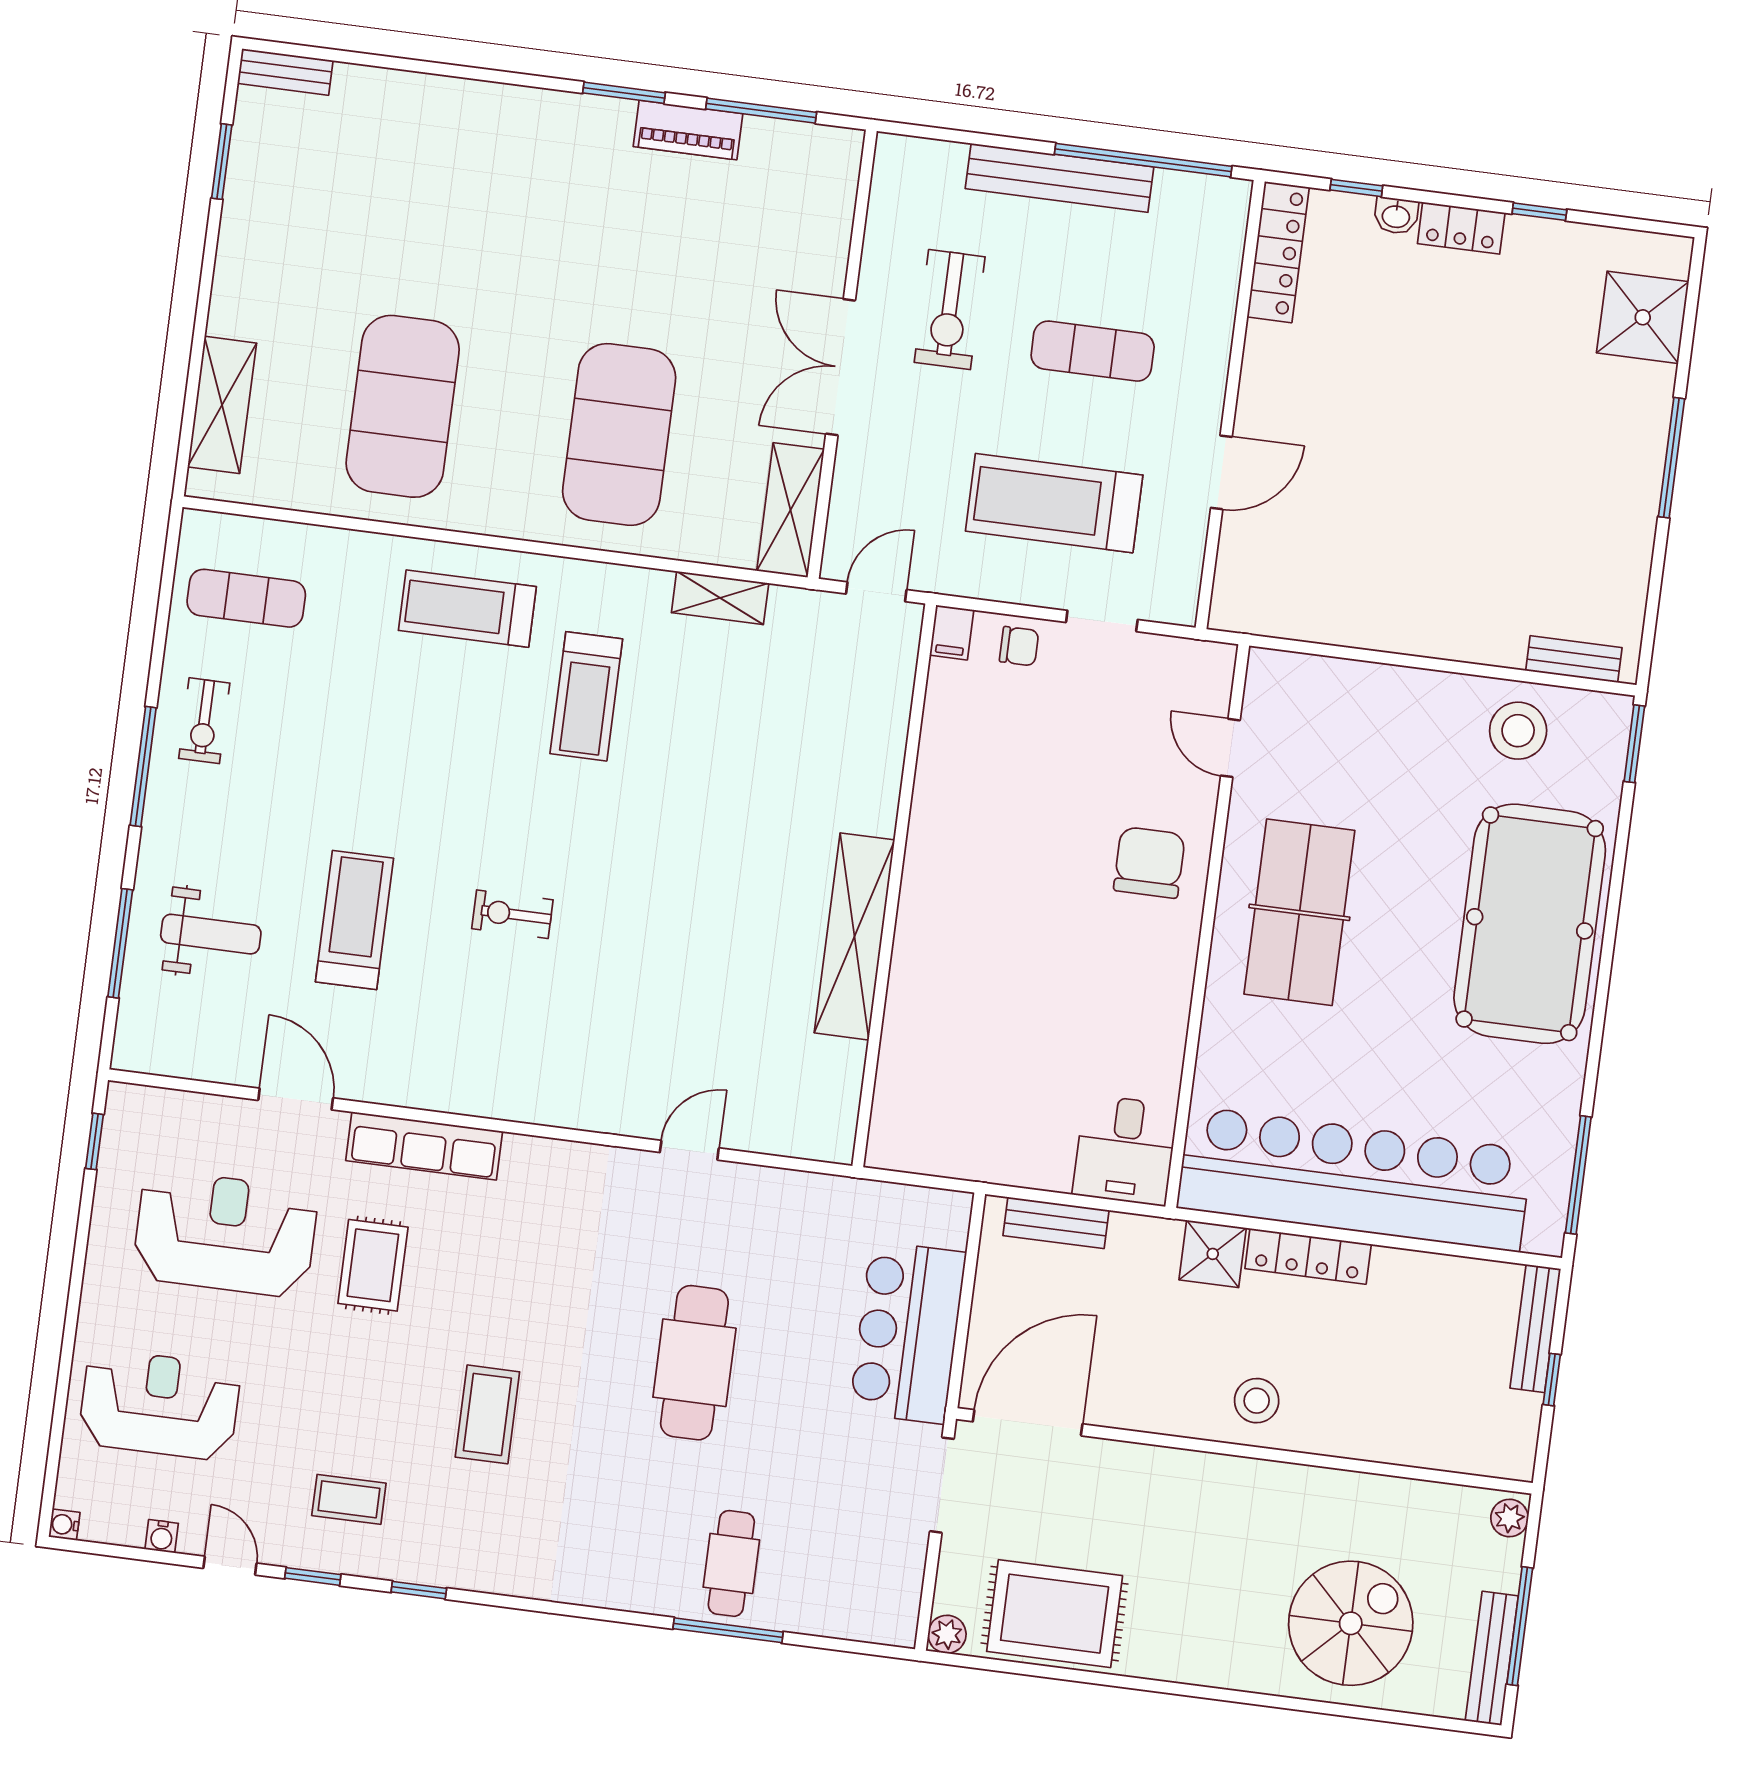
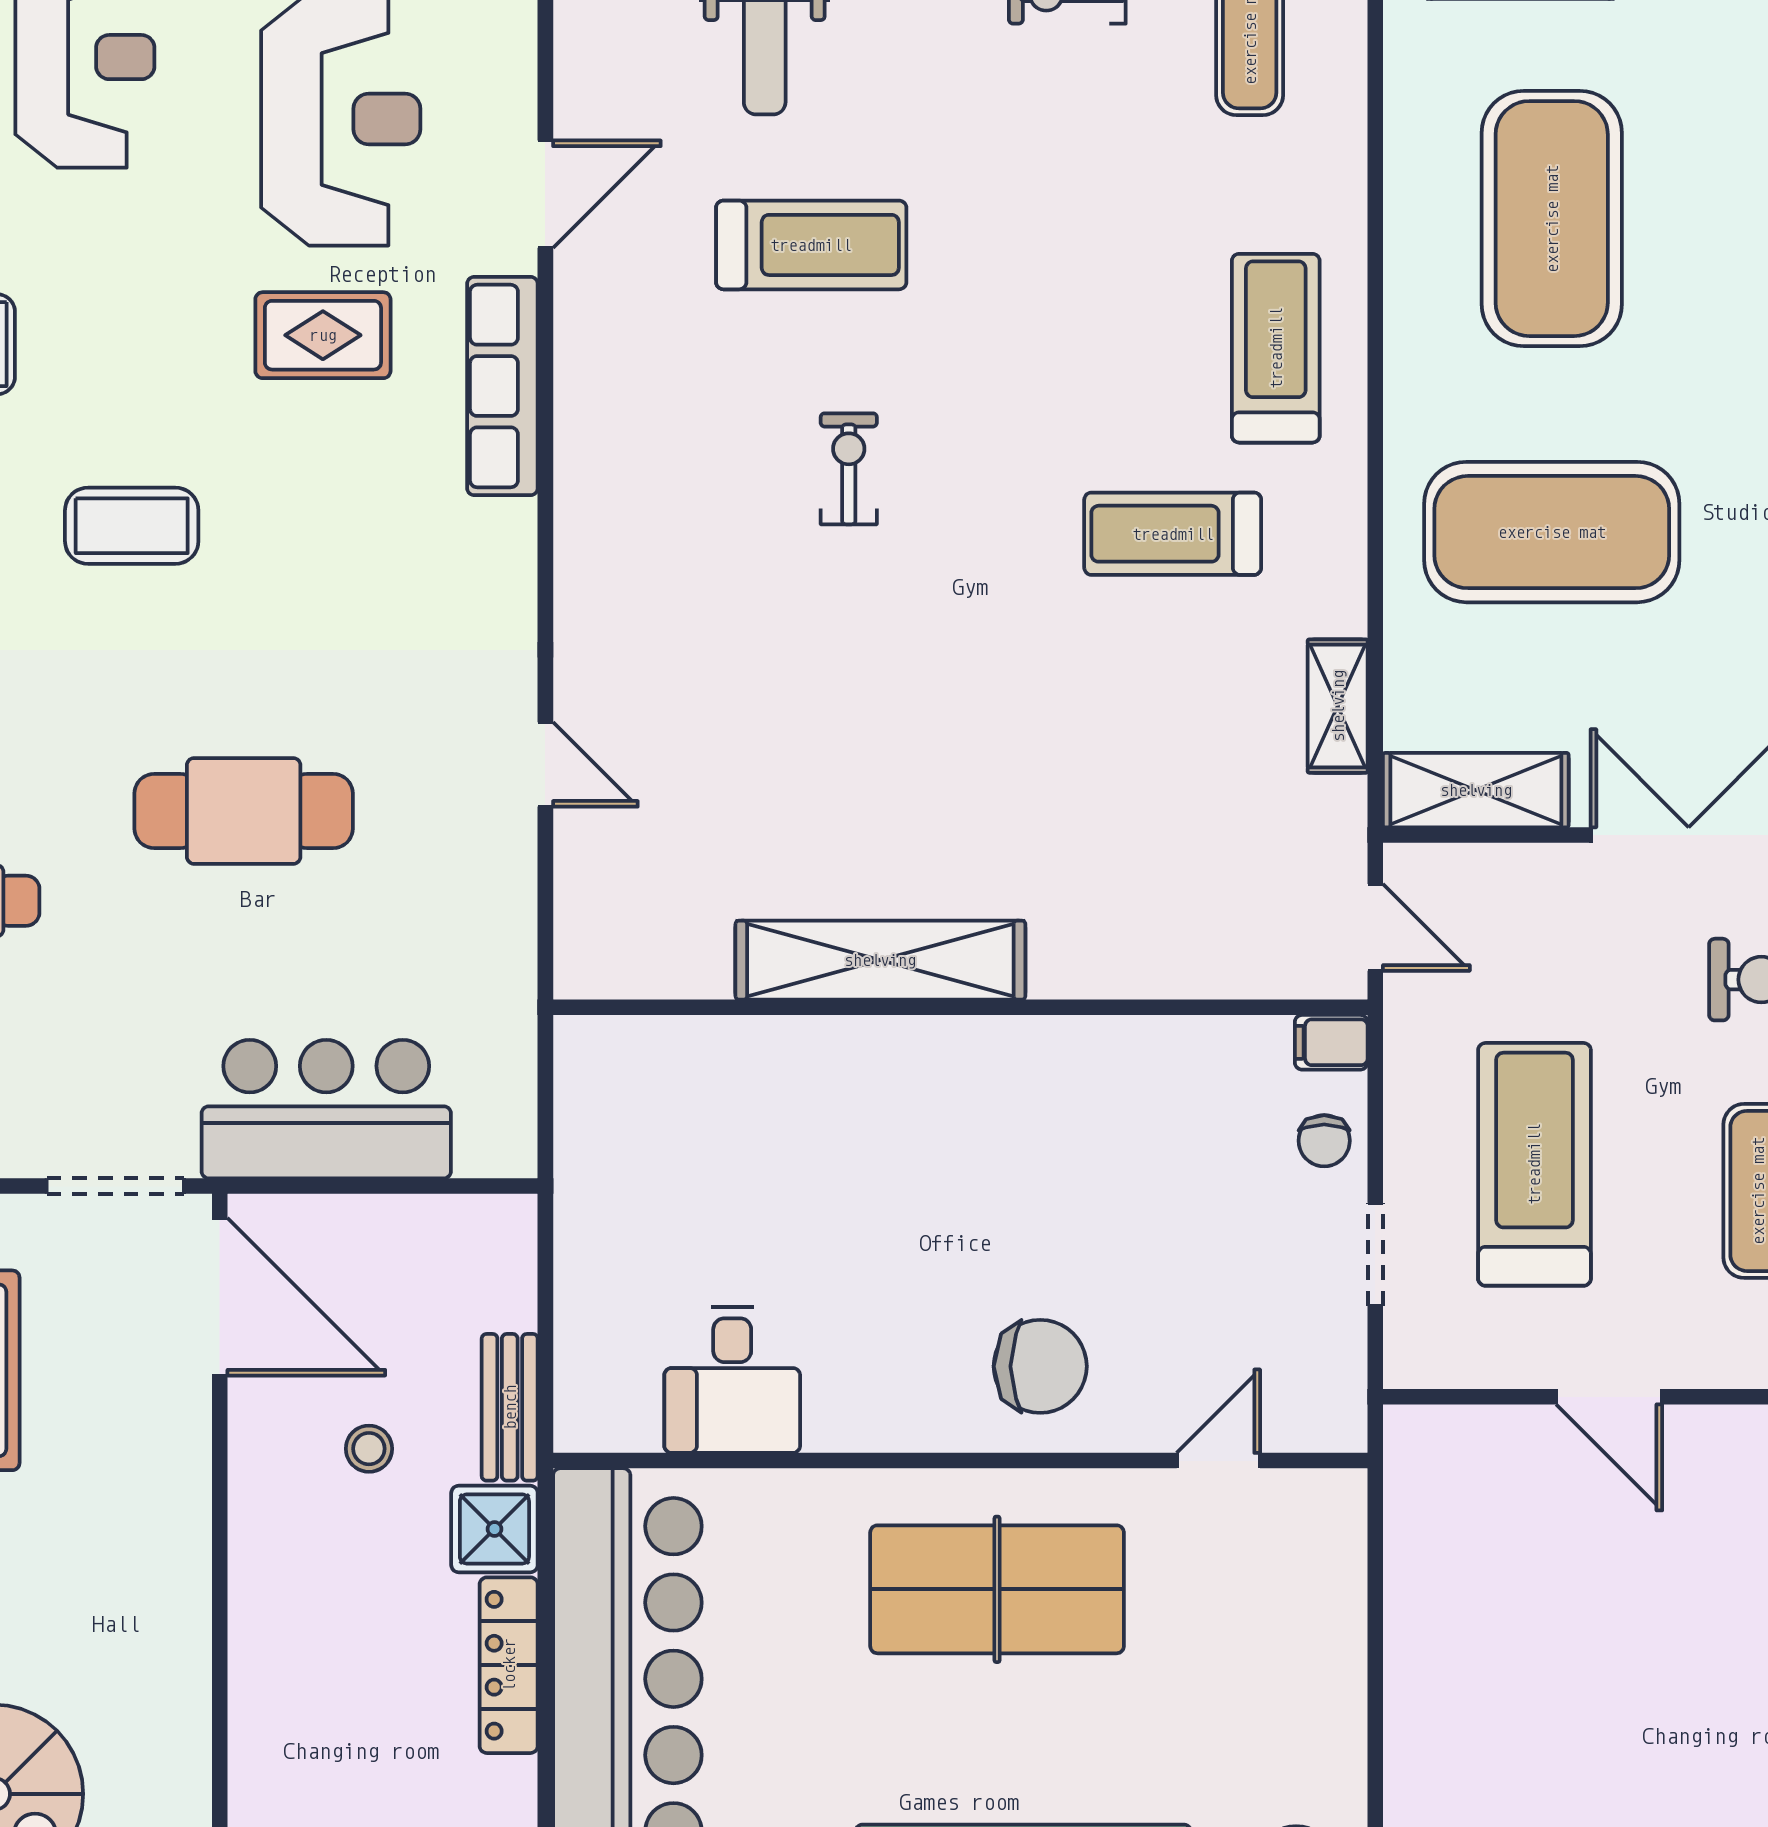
exercise mat: (403, 406) -> (1552, 219), turned 90
desk: (1125, 1150) -> (732, 1380), moved, turned -90
bench: (1056, 1223) -> (510, 1407), moved
stool: (1257, 1401) -> (369, 1449), moved, width x0.73, depth x0.73

